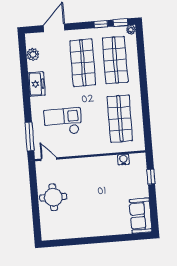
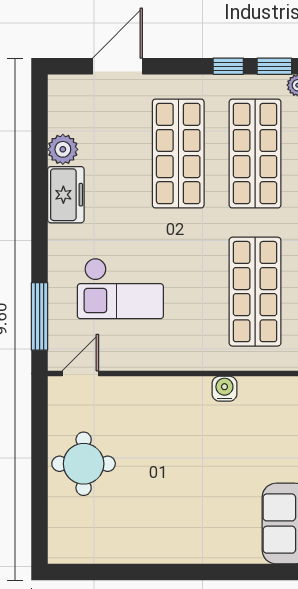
plant: (33, 55) -> (63, 149), moved
checkout: (63, 122) -> (120, 288), turned 180
door: (49, 159) -> (80, 374), hinge flipped
water cooler: (123, 160) -> (224, 389), moved

